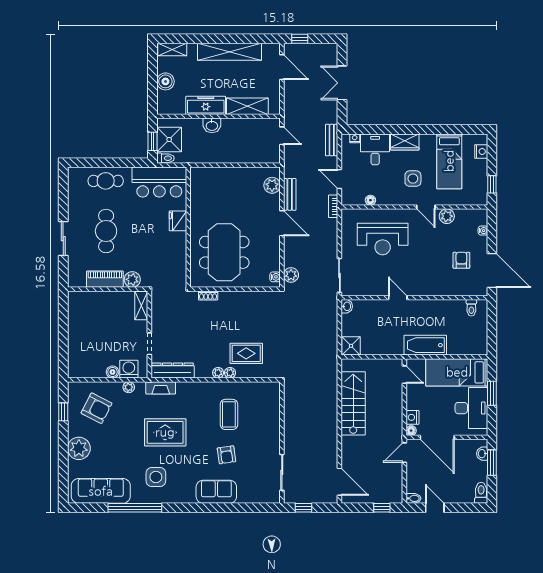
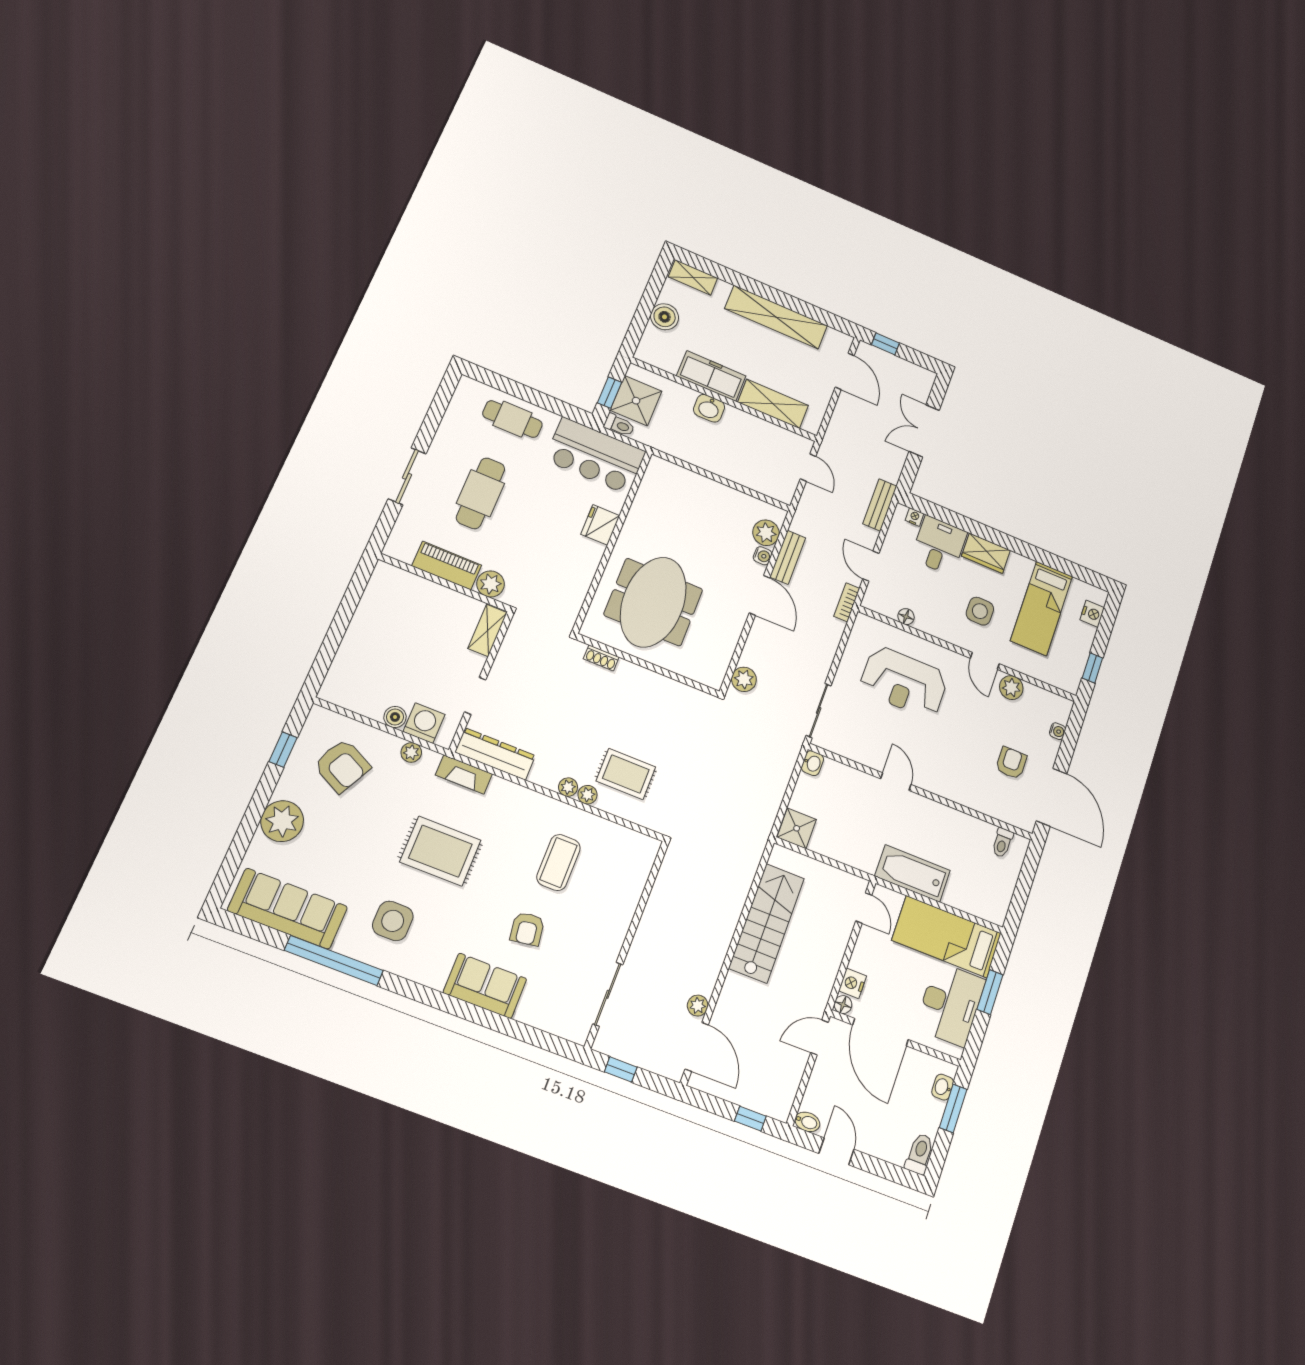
water cooler: (275, 277) -> (763, 556), moved
plant: (332, 460) -> (698, 1006), added

